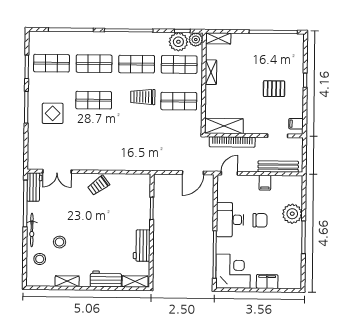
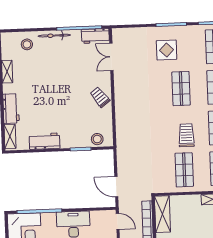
stool: (60, 242) -> (97, 139), moved

